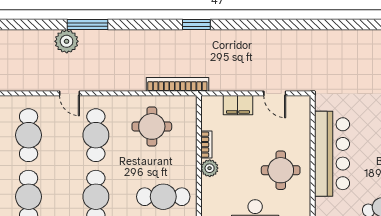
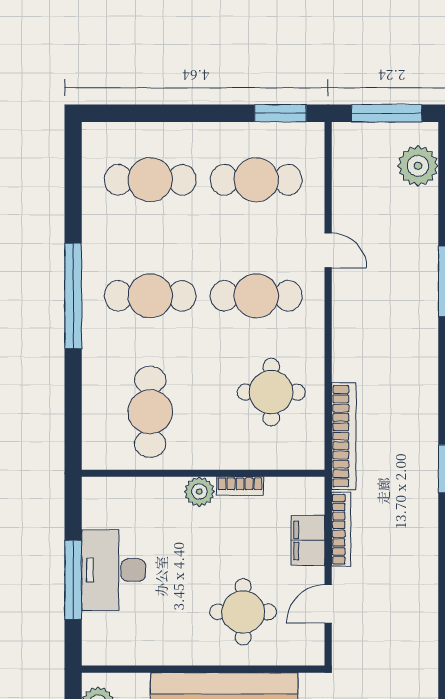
plant: (67, 41) -> (418, 166), moved
bookcase: (231, 86) -> (341, 529), added
door: (69, 93) -> (328, 250), swing flipped
round table: (281, 170) -> (243, 612), moved

